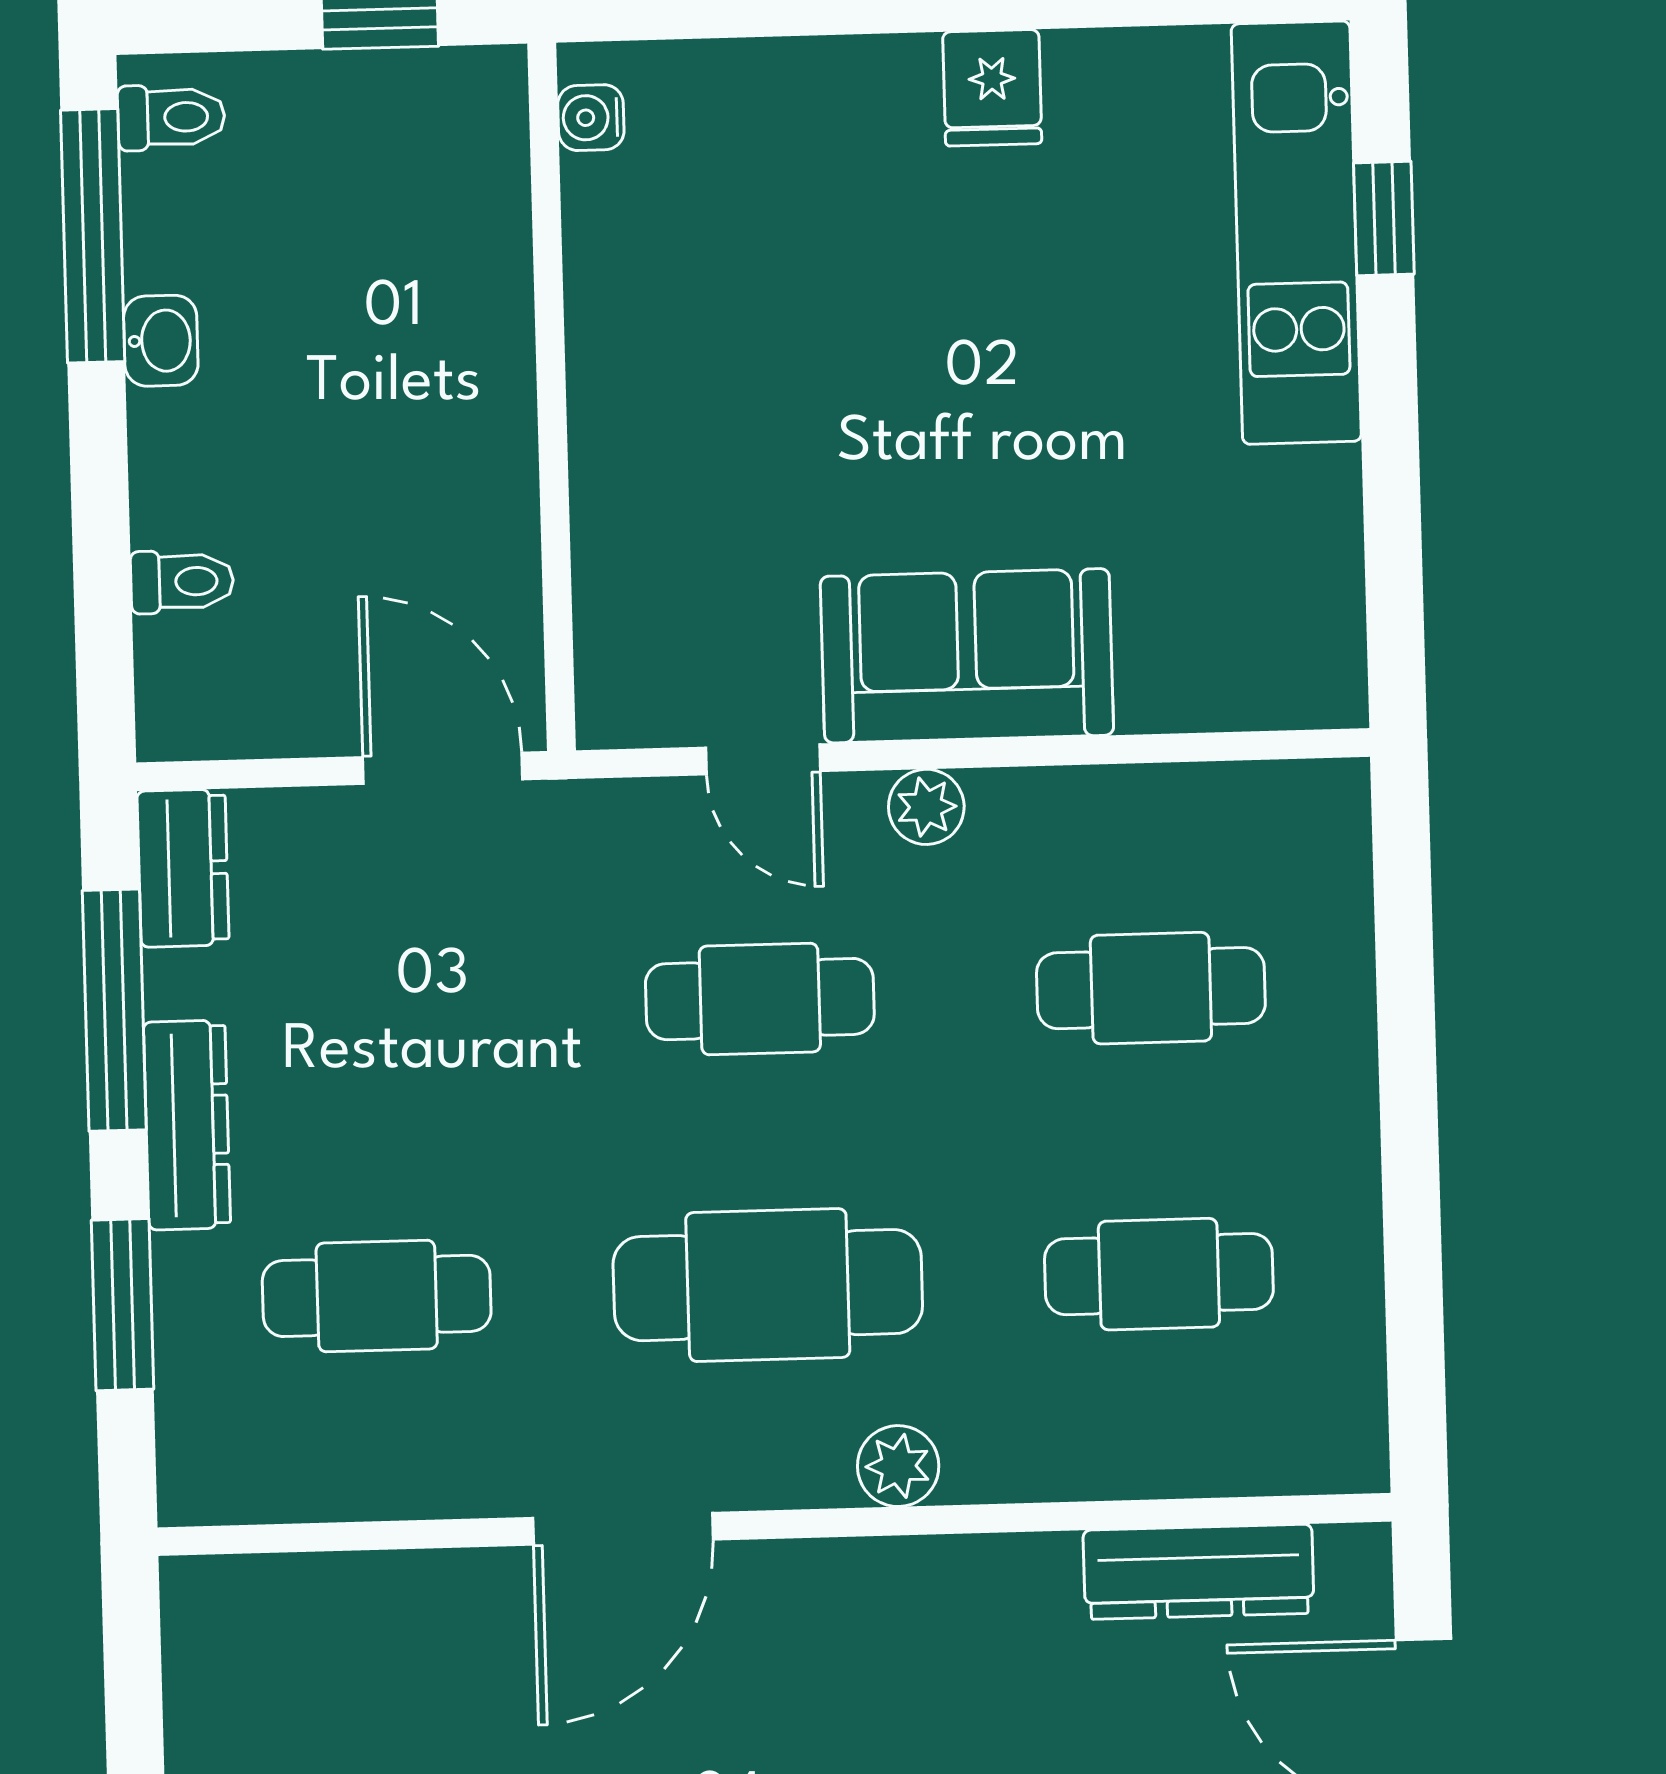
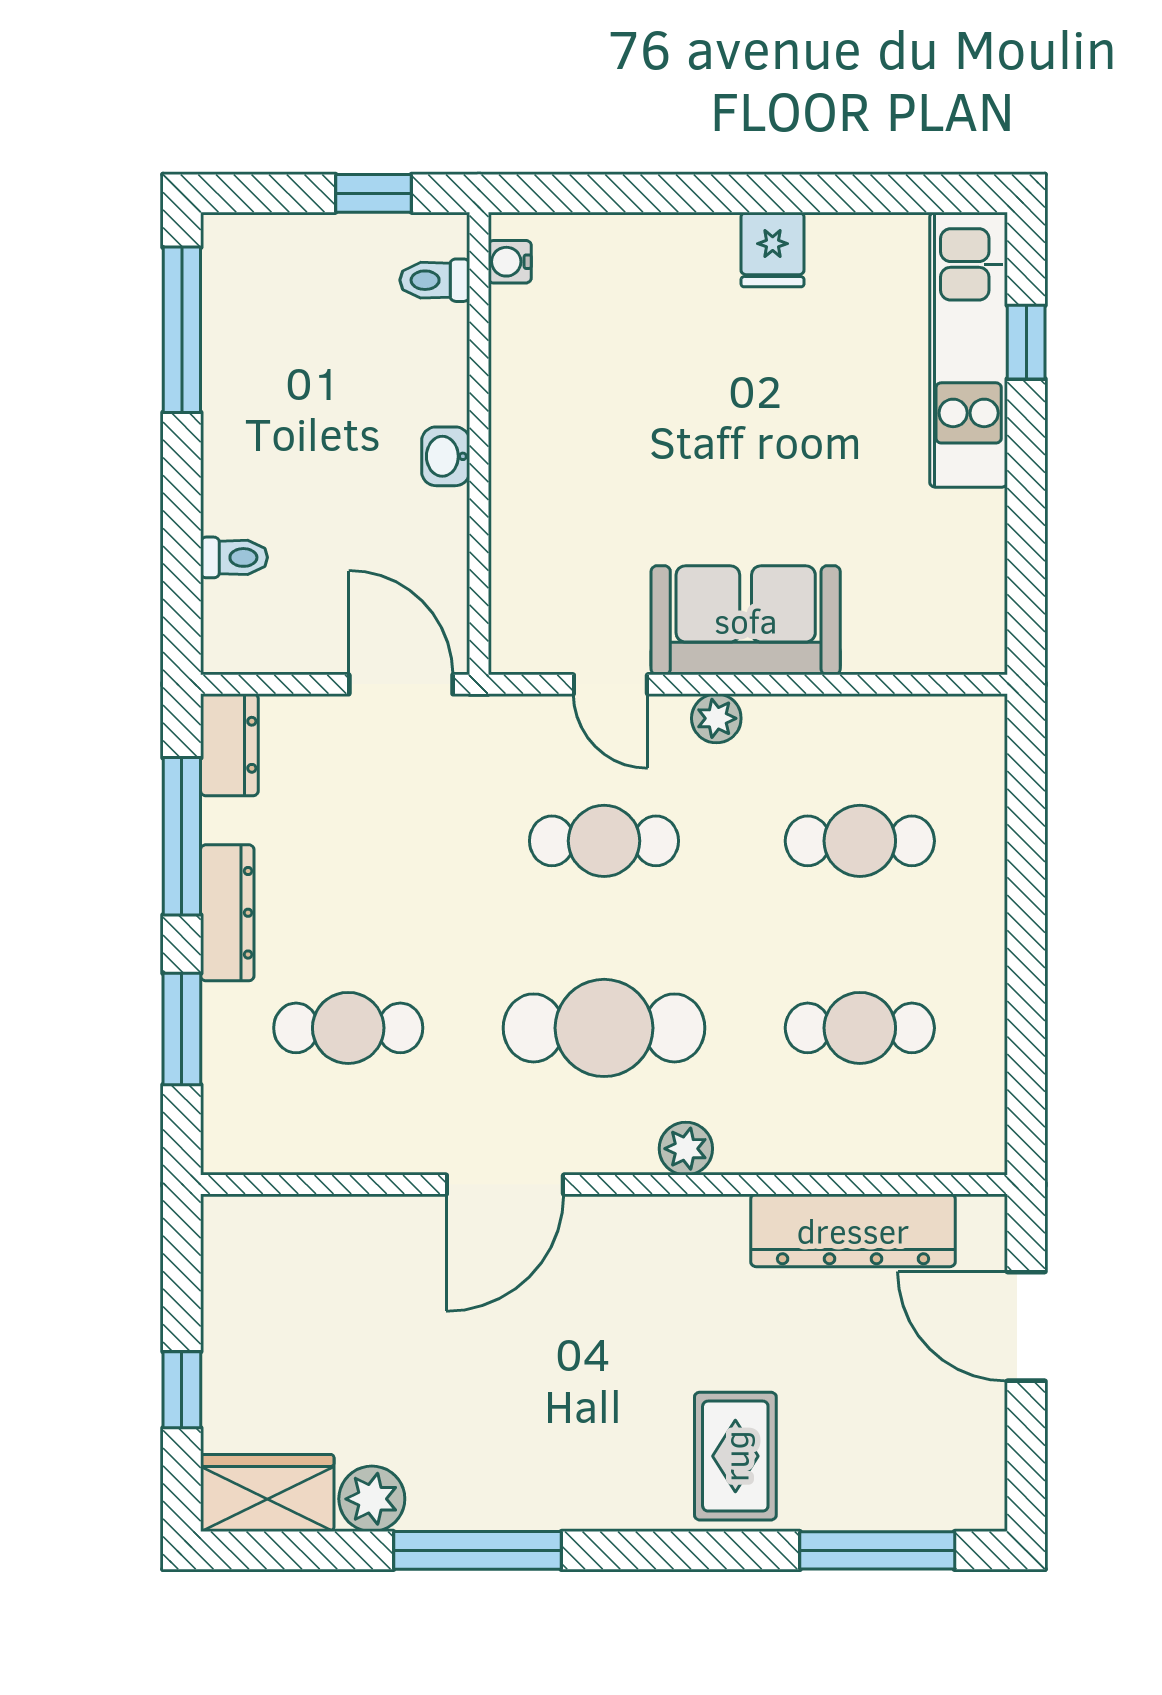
toilet: (171, 117) -> (435, 280), moved, turned 180
washbasin: (161, 341) -> (446, 456), moved, turned 180
dresser: (1199, 1572) -> (853, 1230), width x1.37, depth x1.24

